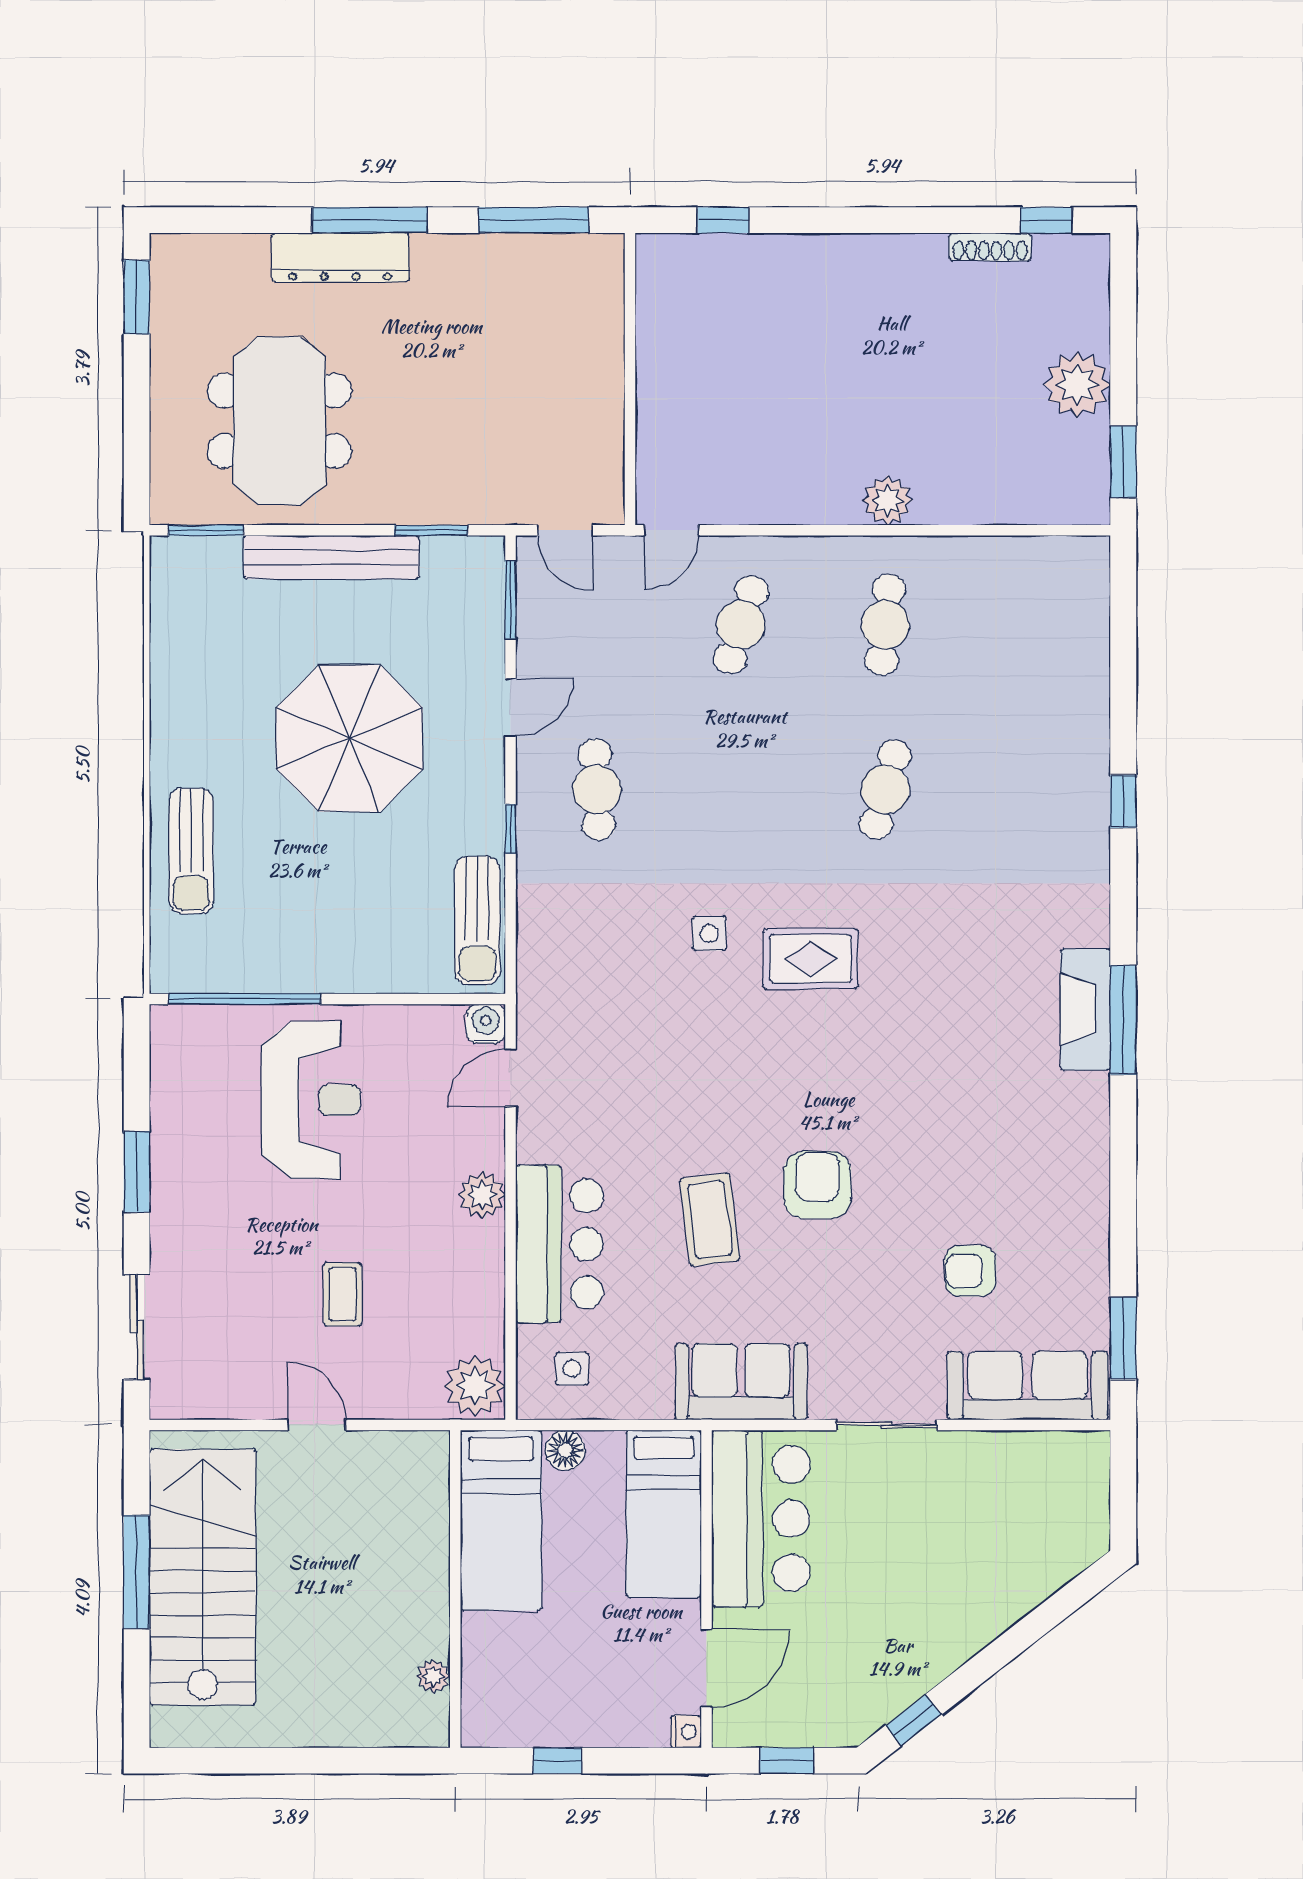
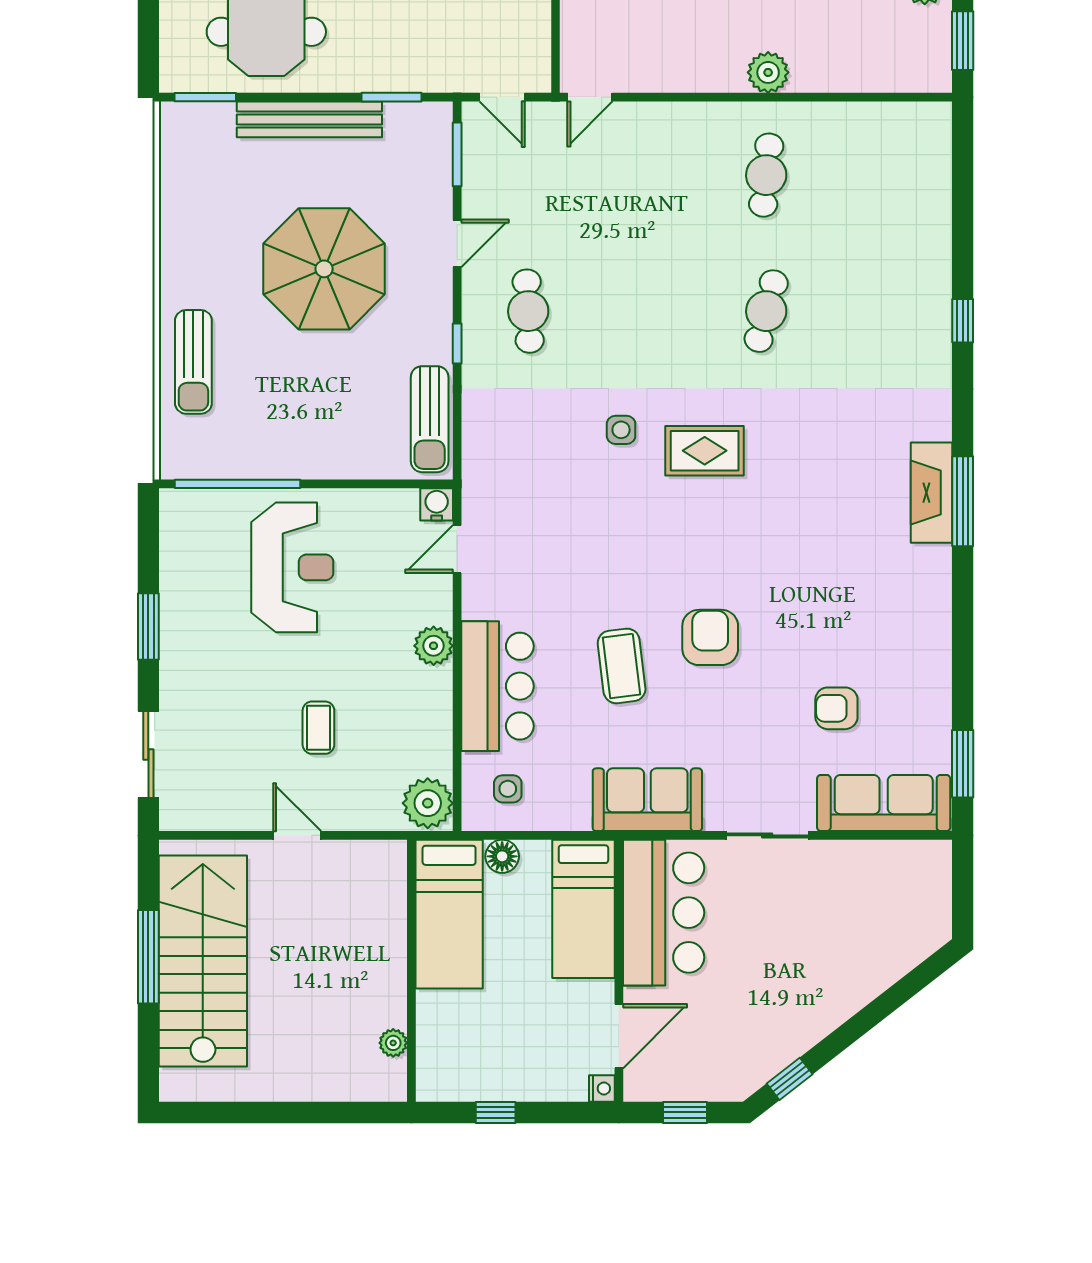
cafe table: (741, 625) -> (647, 175), removed

